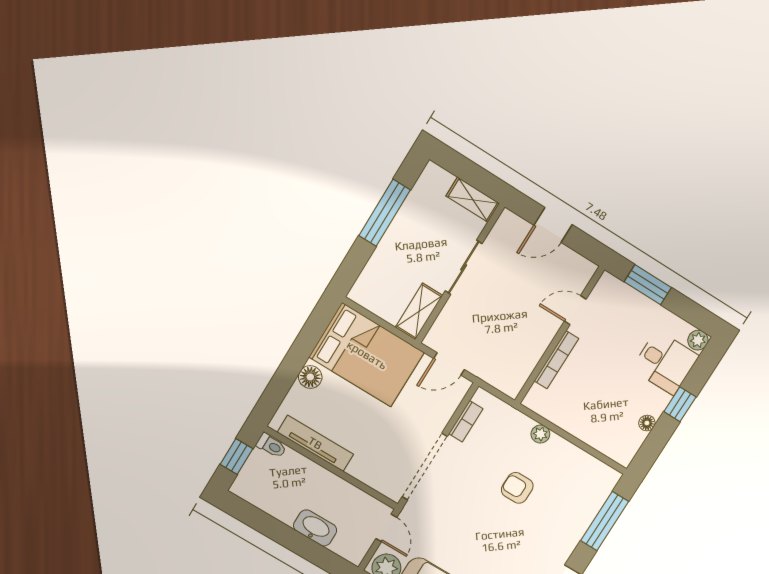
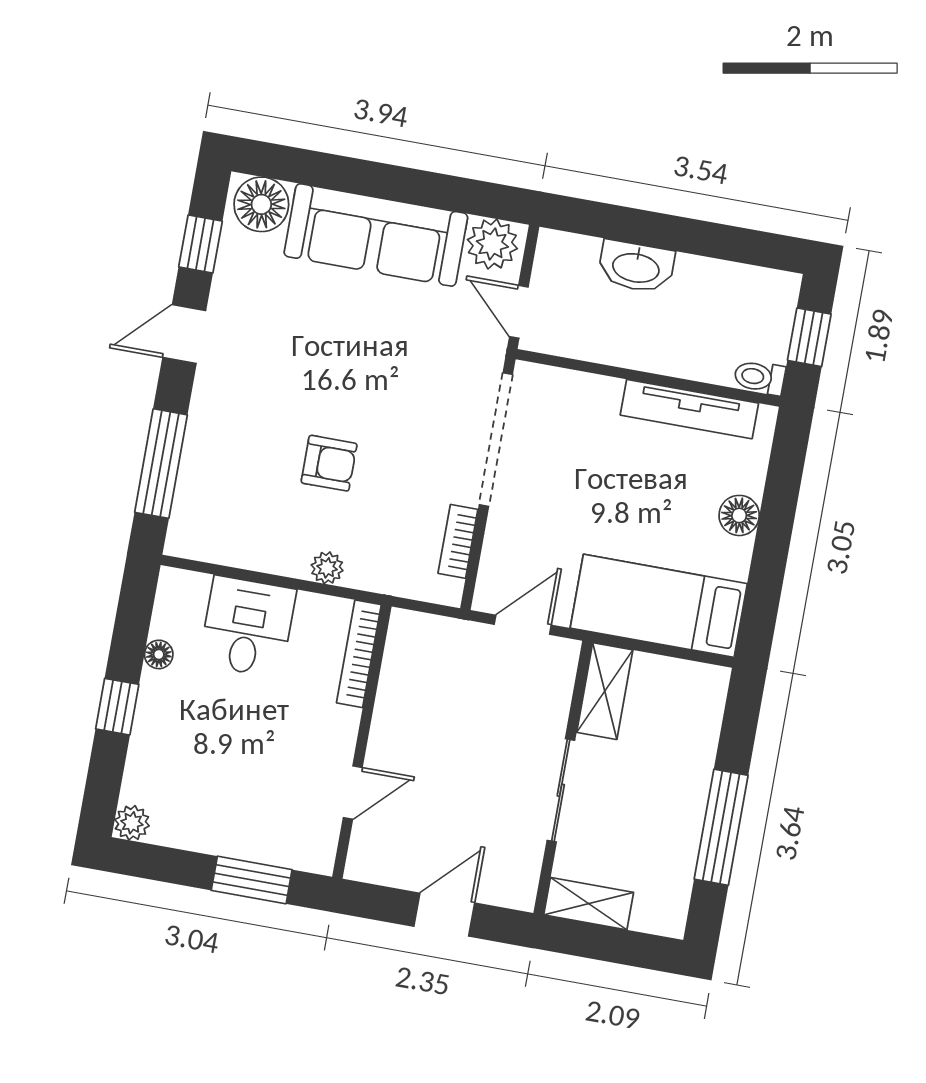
bed: (367, 355) -> (659, 606), width x0.67
bookcase: (556, 360) -> (359, 654), moved
desk: (665, 362) -> (247, 627), moved, turned 90

